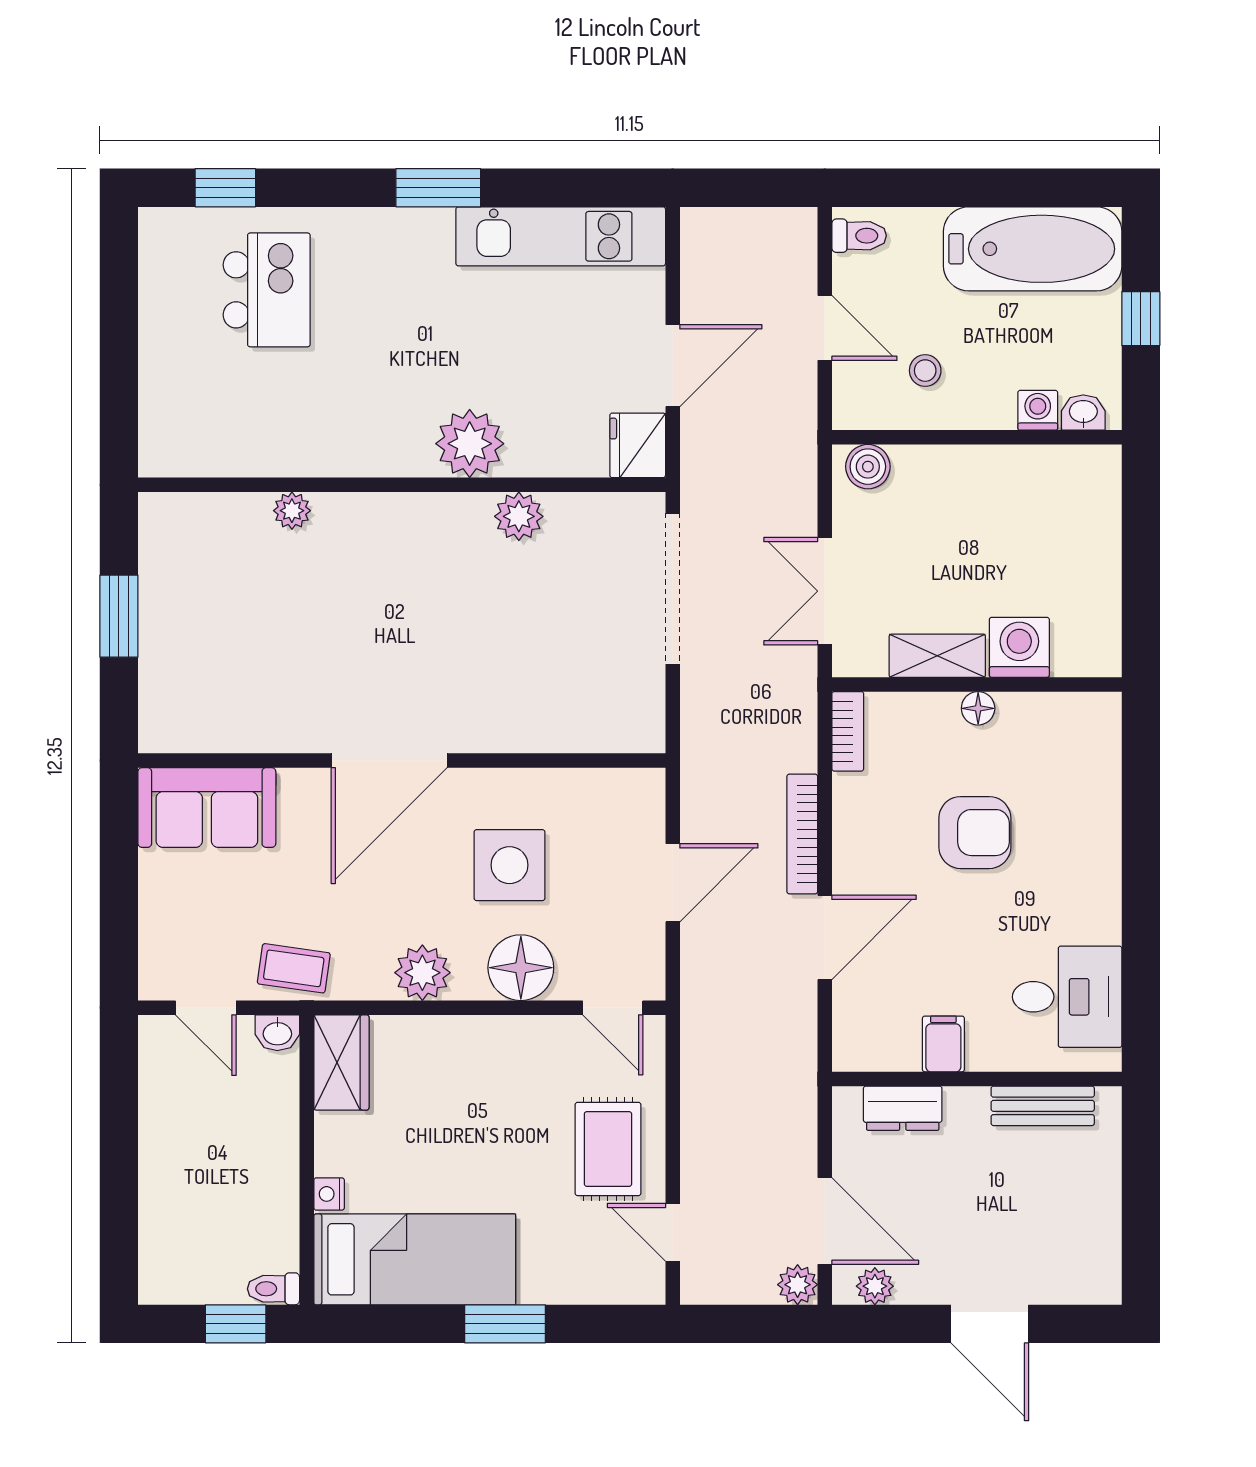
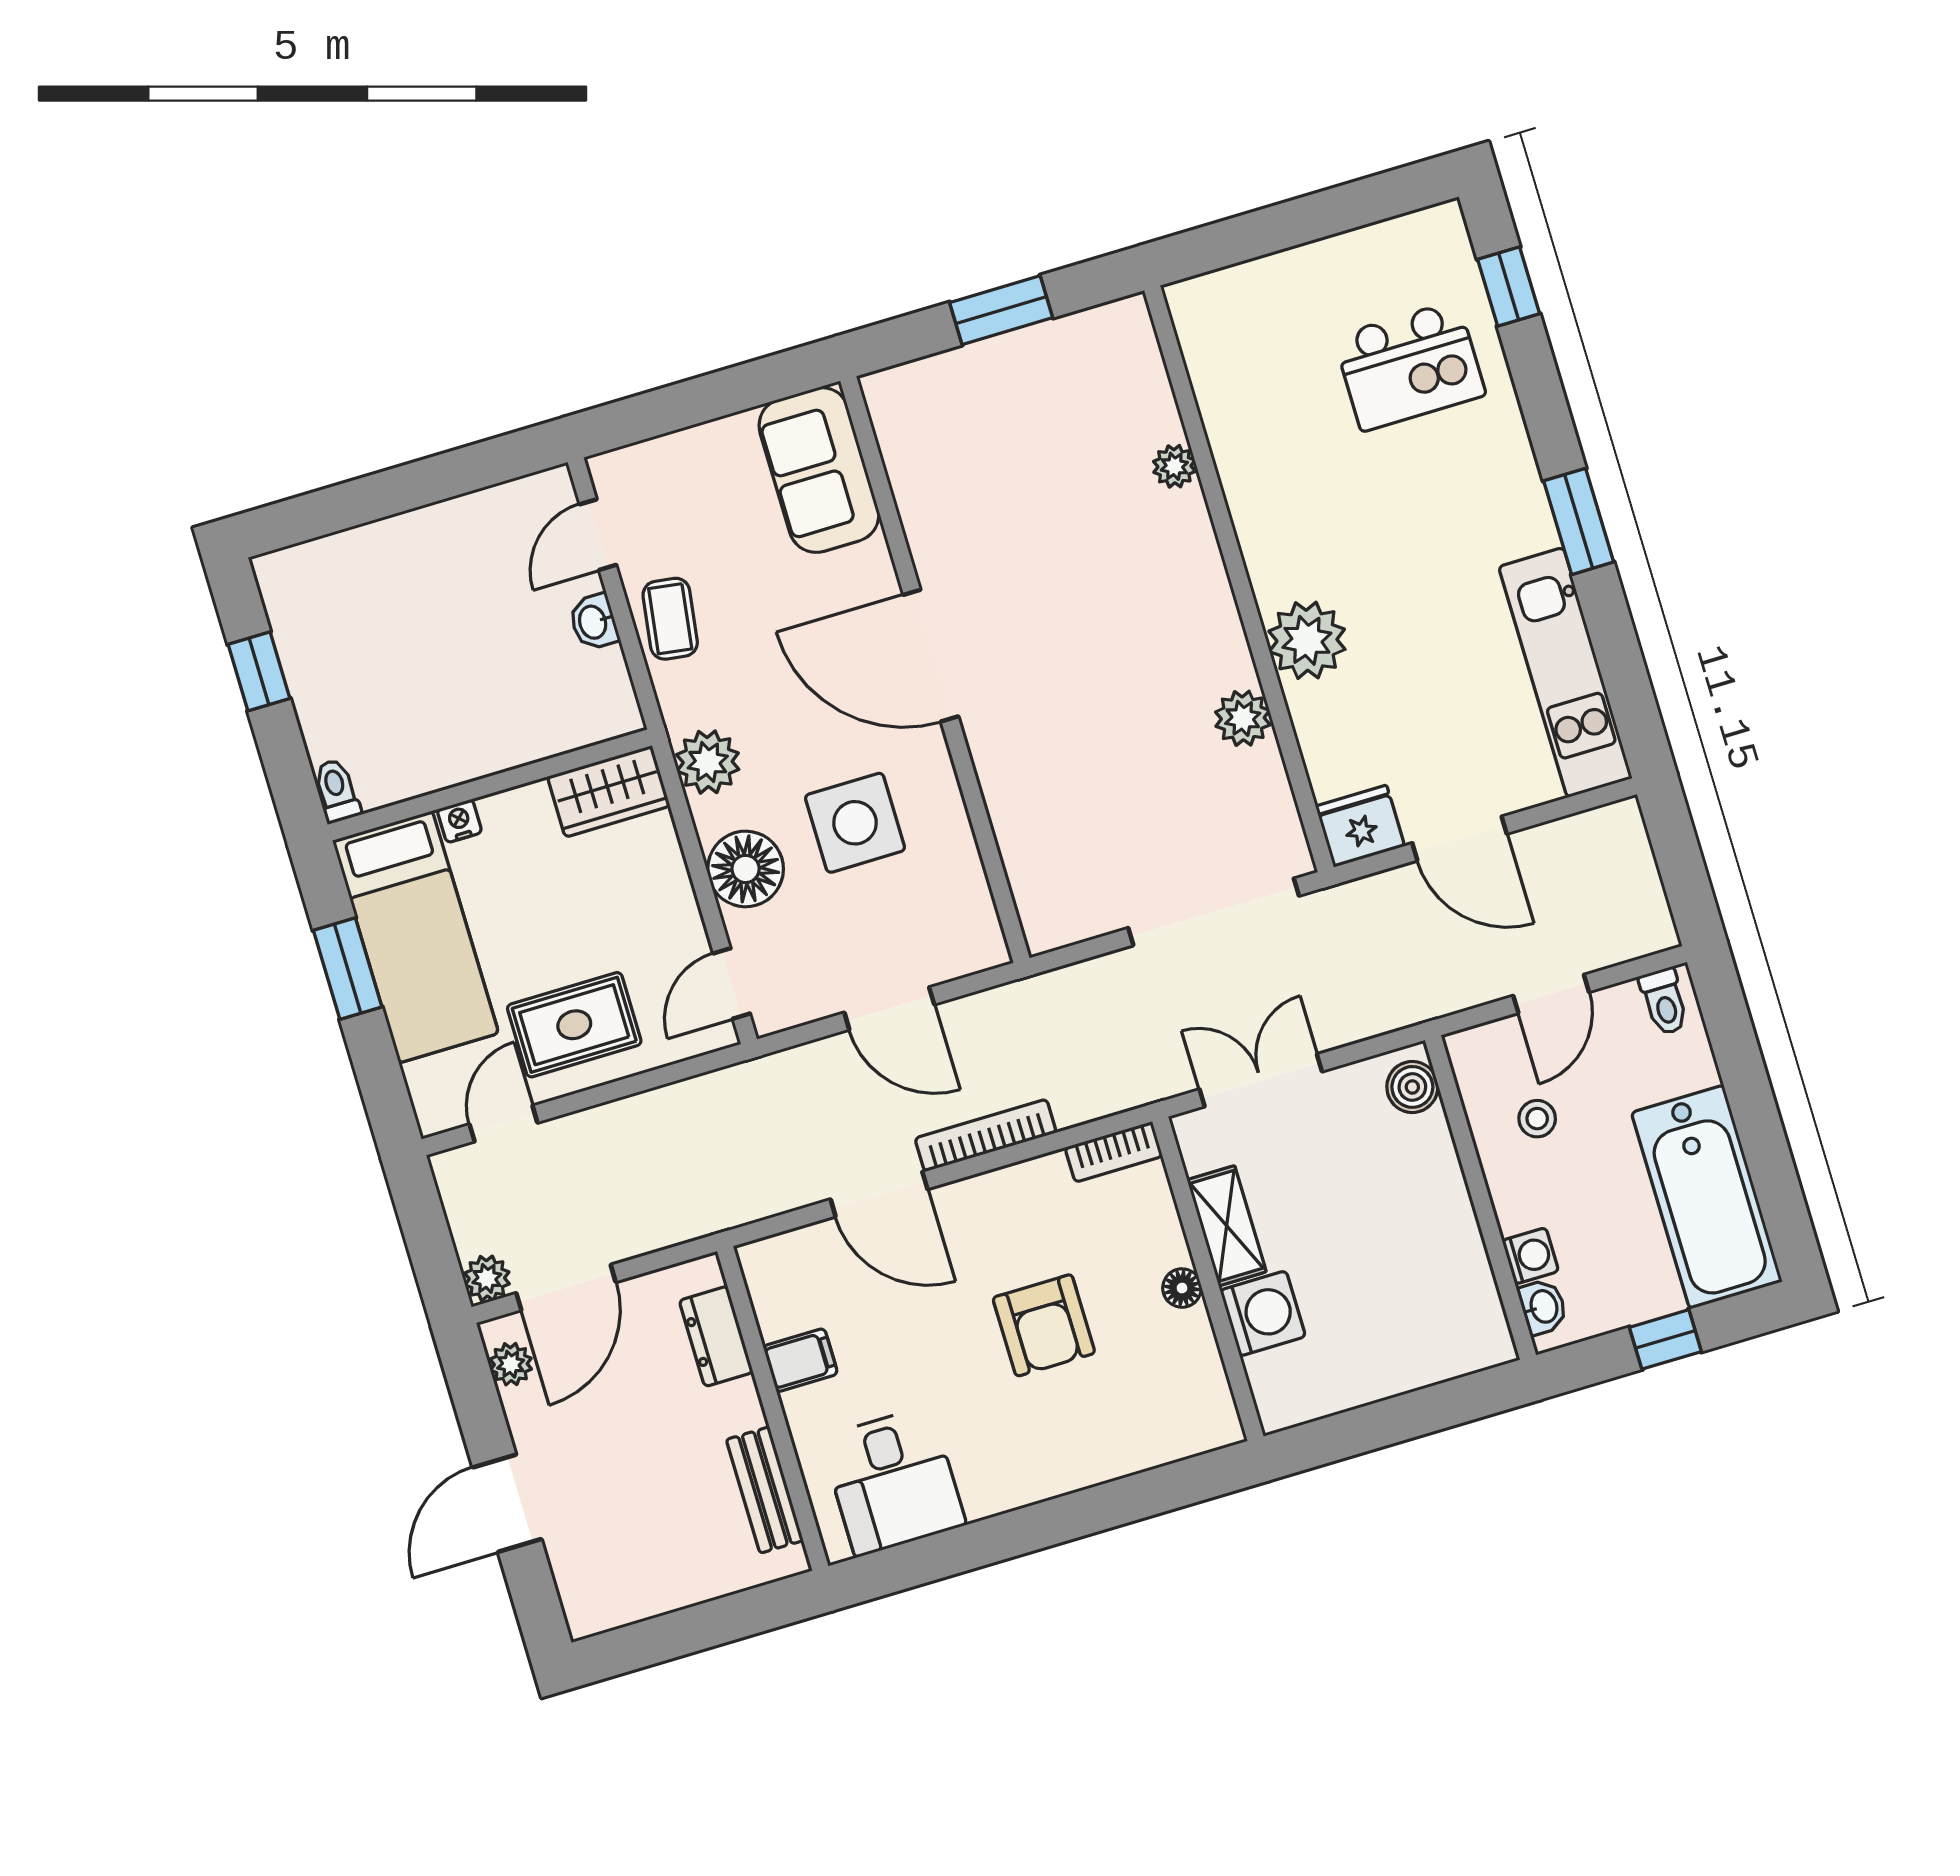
wardrobe: (341, 1062) -> (609, 791), moved
wall: (307, 1160) -> (490, 785), moved
nightstand: (329, 1194) -> (459, 821), moved
bed: (415, 1259) -> (416, 937), moved
toilet: (273, 1289) -> (337, 791), moved

